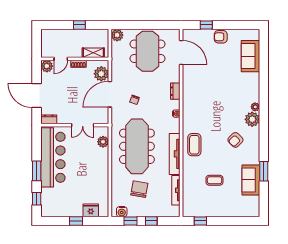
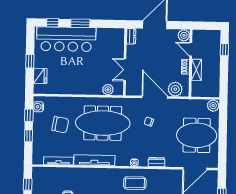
window: (79, 25) -> (224, 50), moved
shelving: (93, 53) -> (196, 70), moved
coffee table: (194, 145) -> (135, 183), moved
bar counter: (53, 157) -> (66, 39), moved

